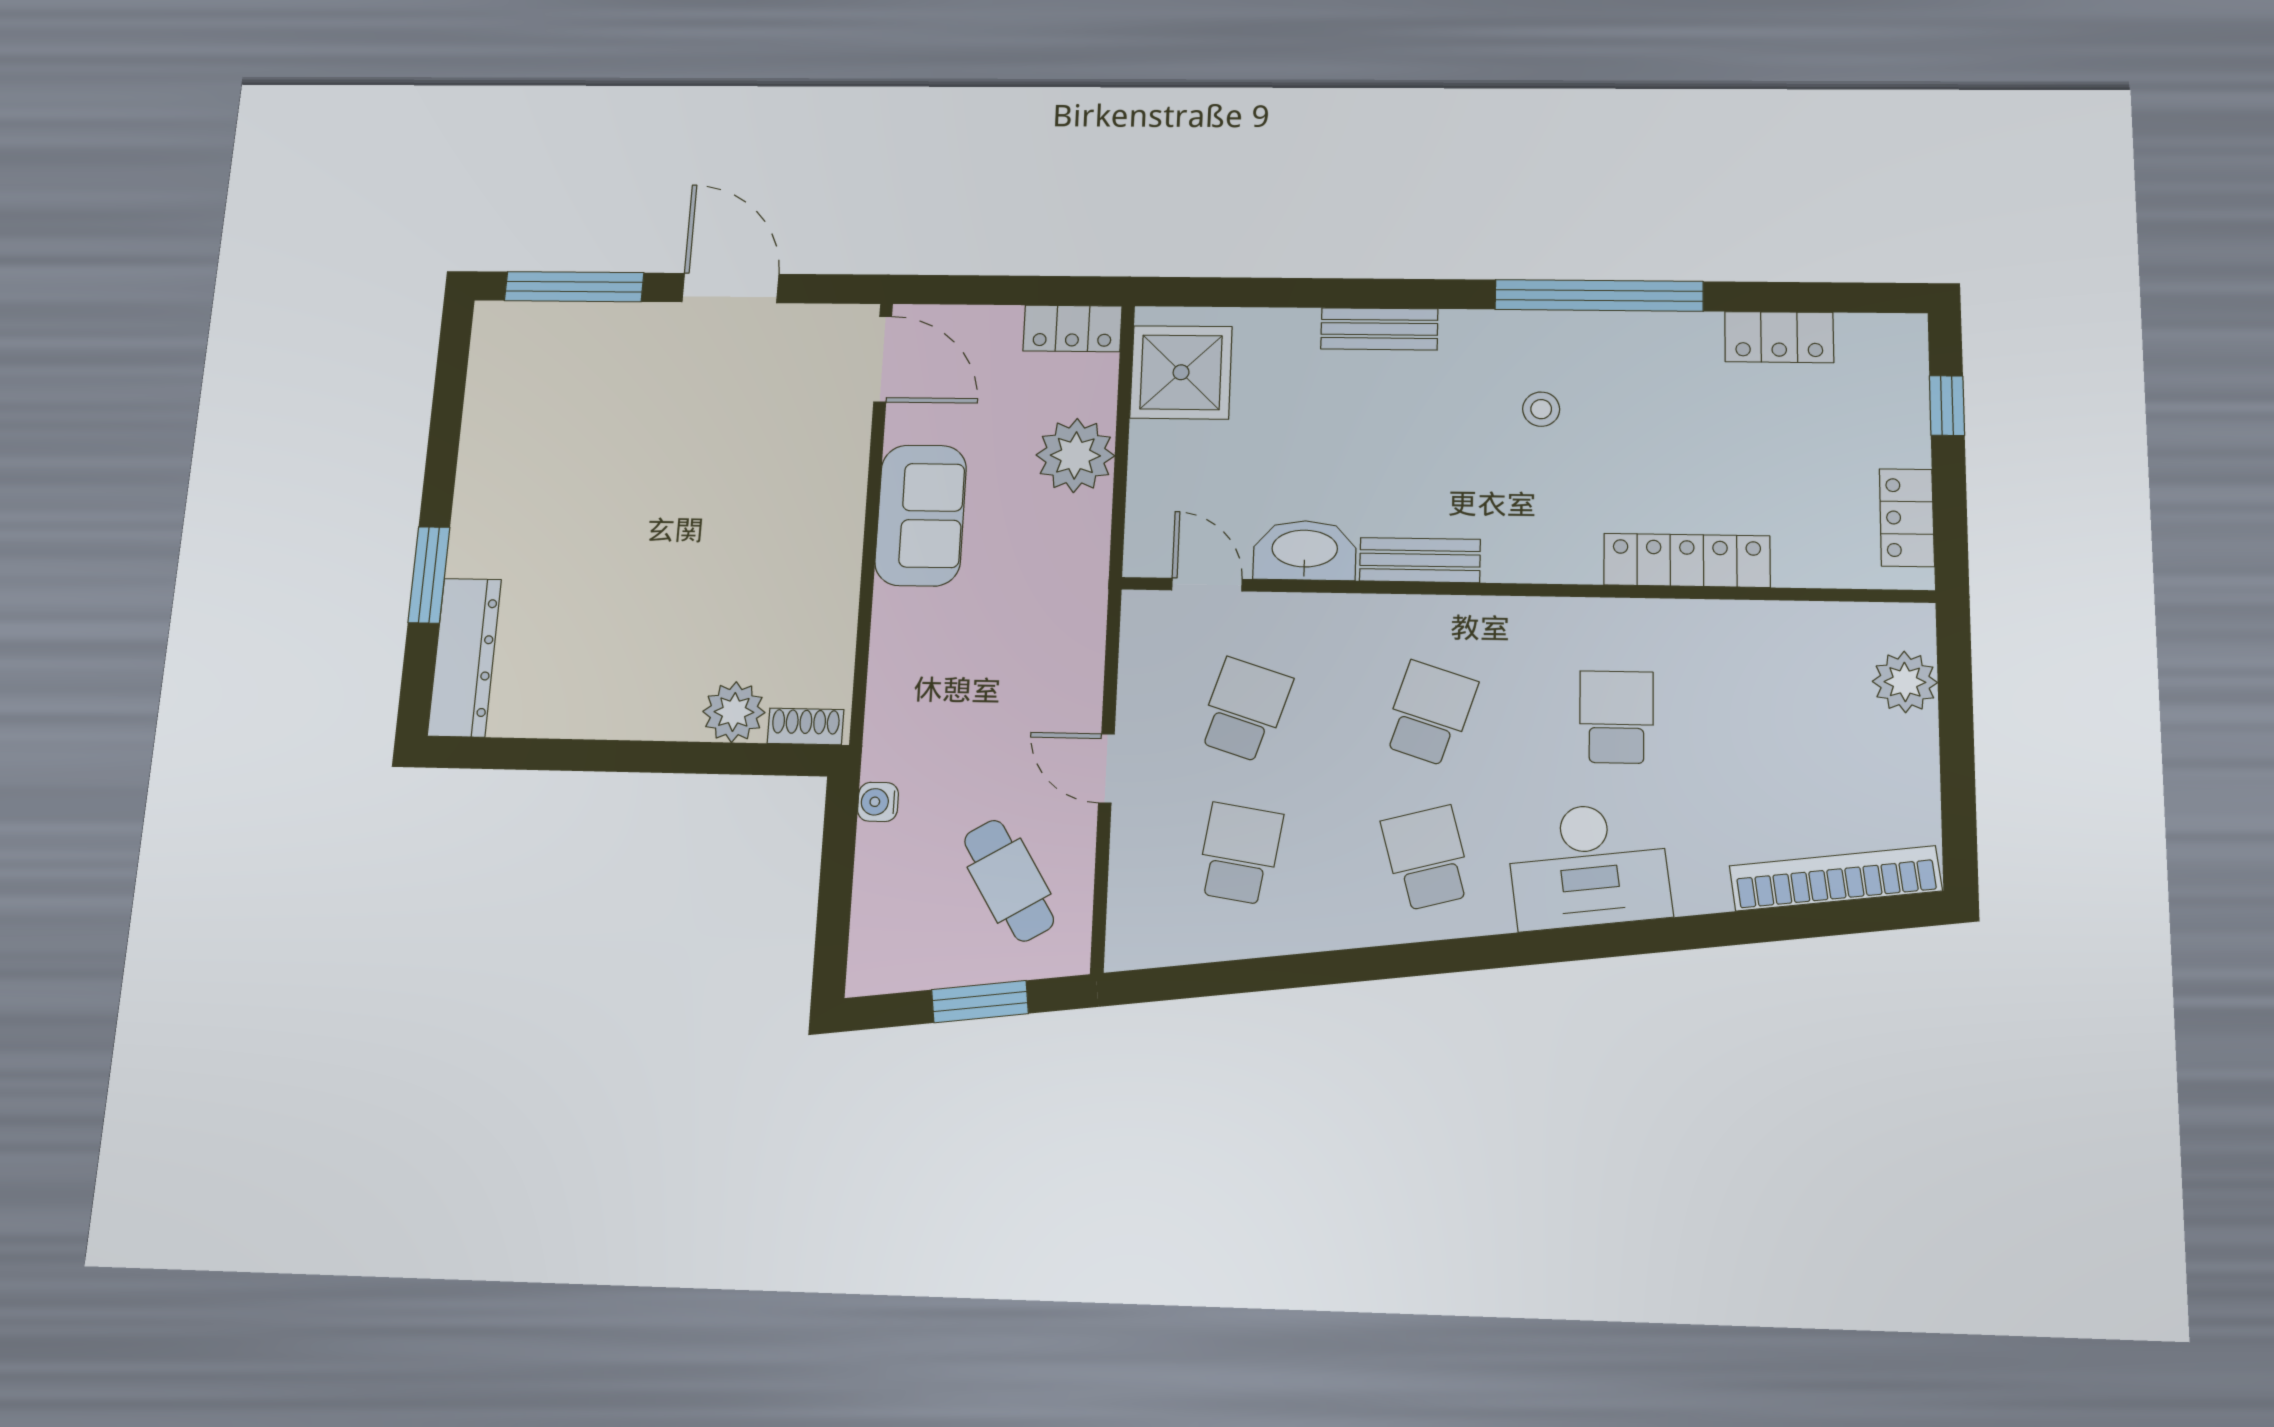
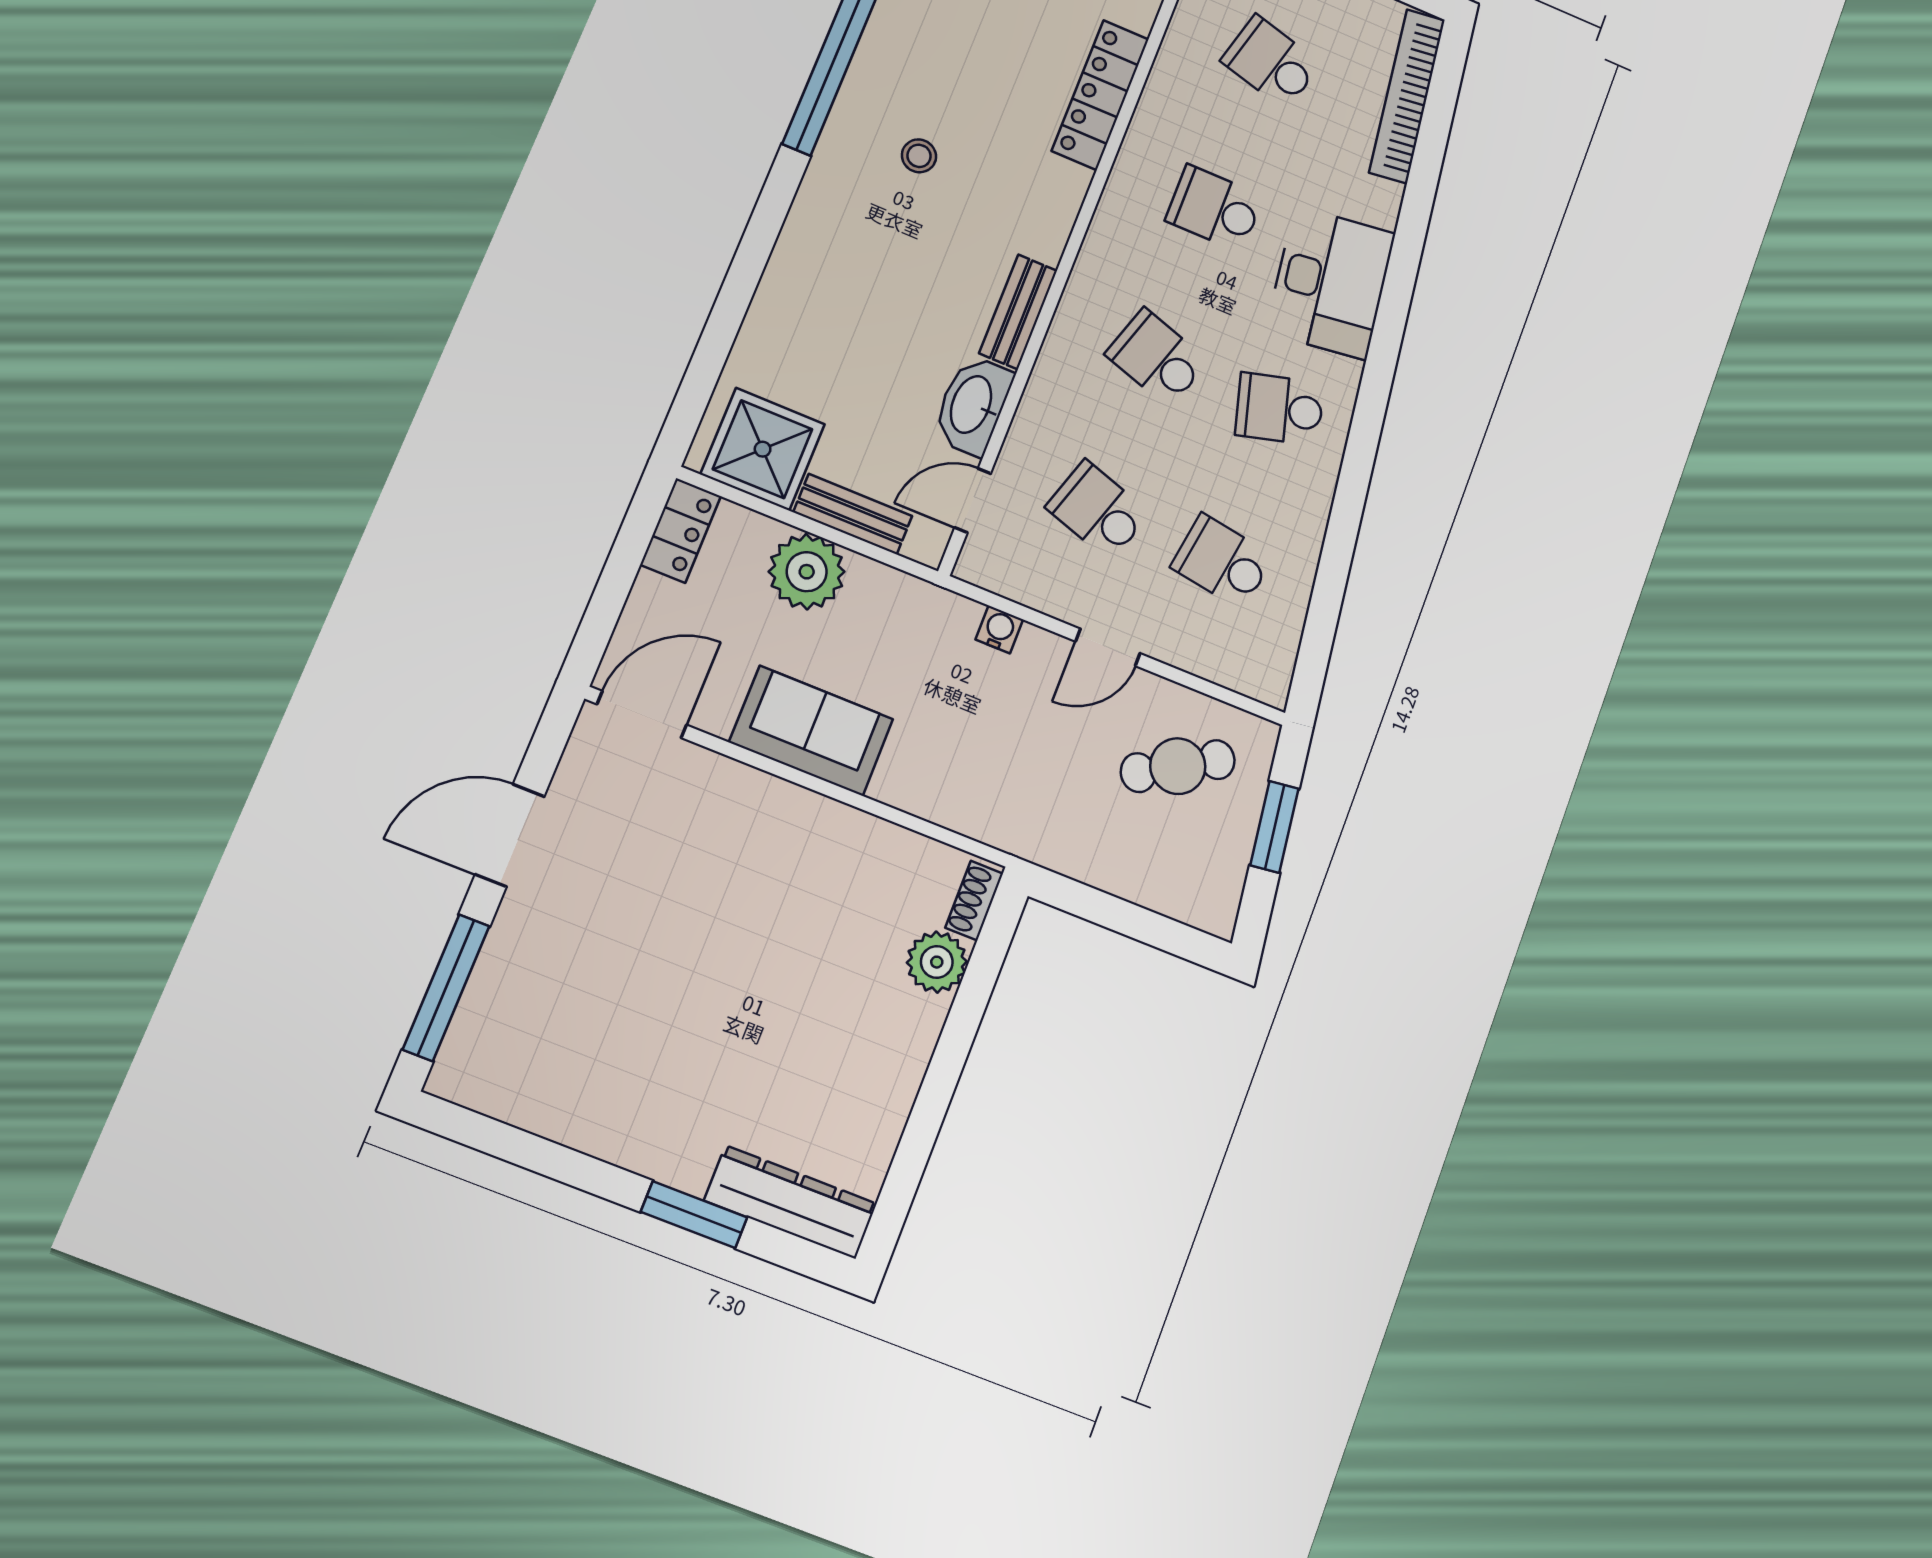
bench: (1379, 329) -> (853, 514), moved, turned 90
school desk: (1805, 721) -> (1271, 62), added
water cooler: (878, 802) -> (999, 629), moved, turned 180

